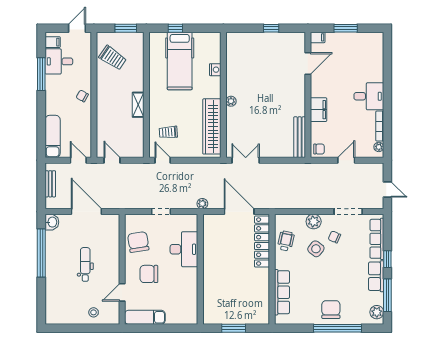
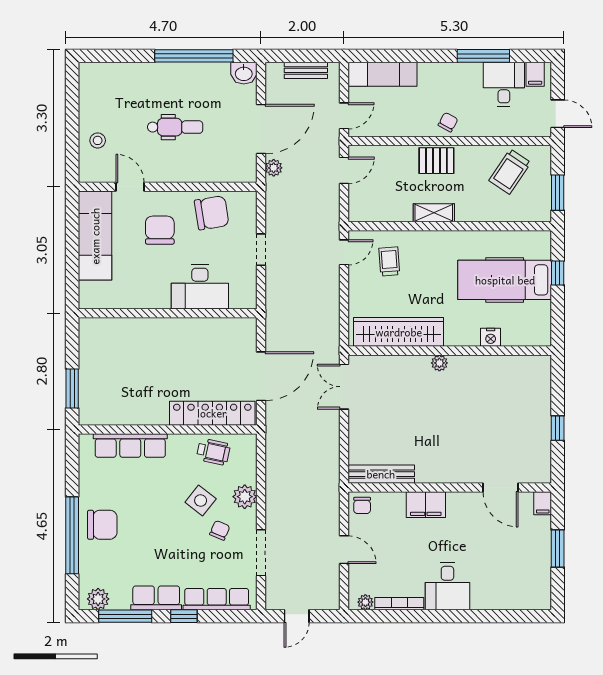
pallet: (106, 103) -> (436, 161), added
double door: (246, 160) -> (344, 387), swing flipped
plant: (202, 204) -> (274, 168), moved
exam couch: (145, 317) -> (95, 236), width x1.36, depth x1.45
window: (234, 328) -> (72, 388), moved

